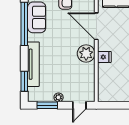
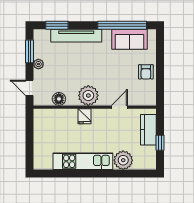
door: (96, 26) -> (119, 107), width x0.53
floor lamp: (89, 79) -> (59, 99), added

